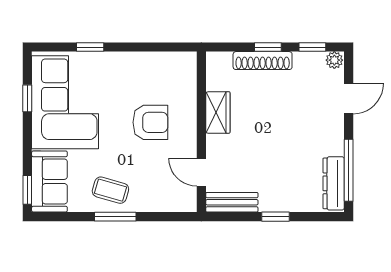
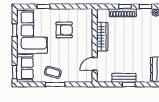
wardrobe: (218, 112) -> (102, 37), width x1.50
armchair: (150, 122) -> (64, 30), moved
door: (201, 172) -> (95, 64), hinge flipped
bench: (232, 202) -> (124, 78), moved

